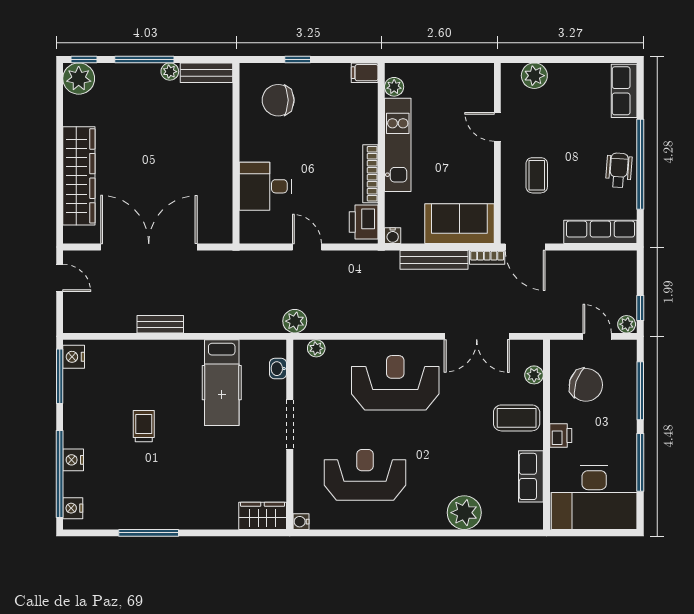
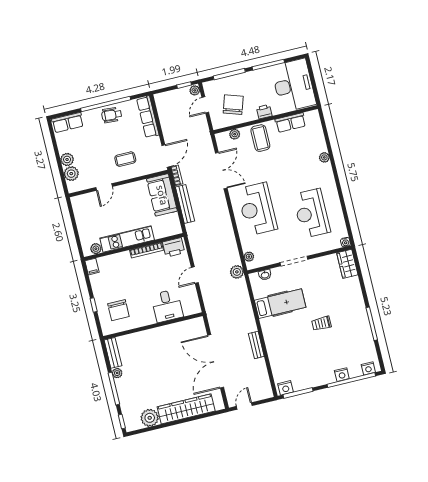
plant: (561, 74) -> (67, 159), added
plant: (79, 79) -> (150, 418), moved
water cooler: (393, 236) -> (177, 230), removed
trolley: (144, 426) -> (321, 323), moved
plant: (464, 513) -> (324, 157), width x0.53, depth x0.53

